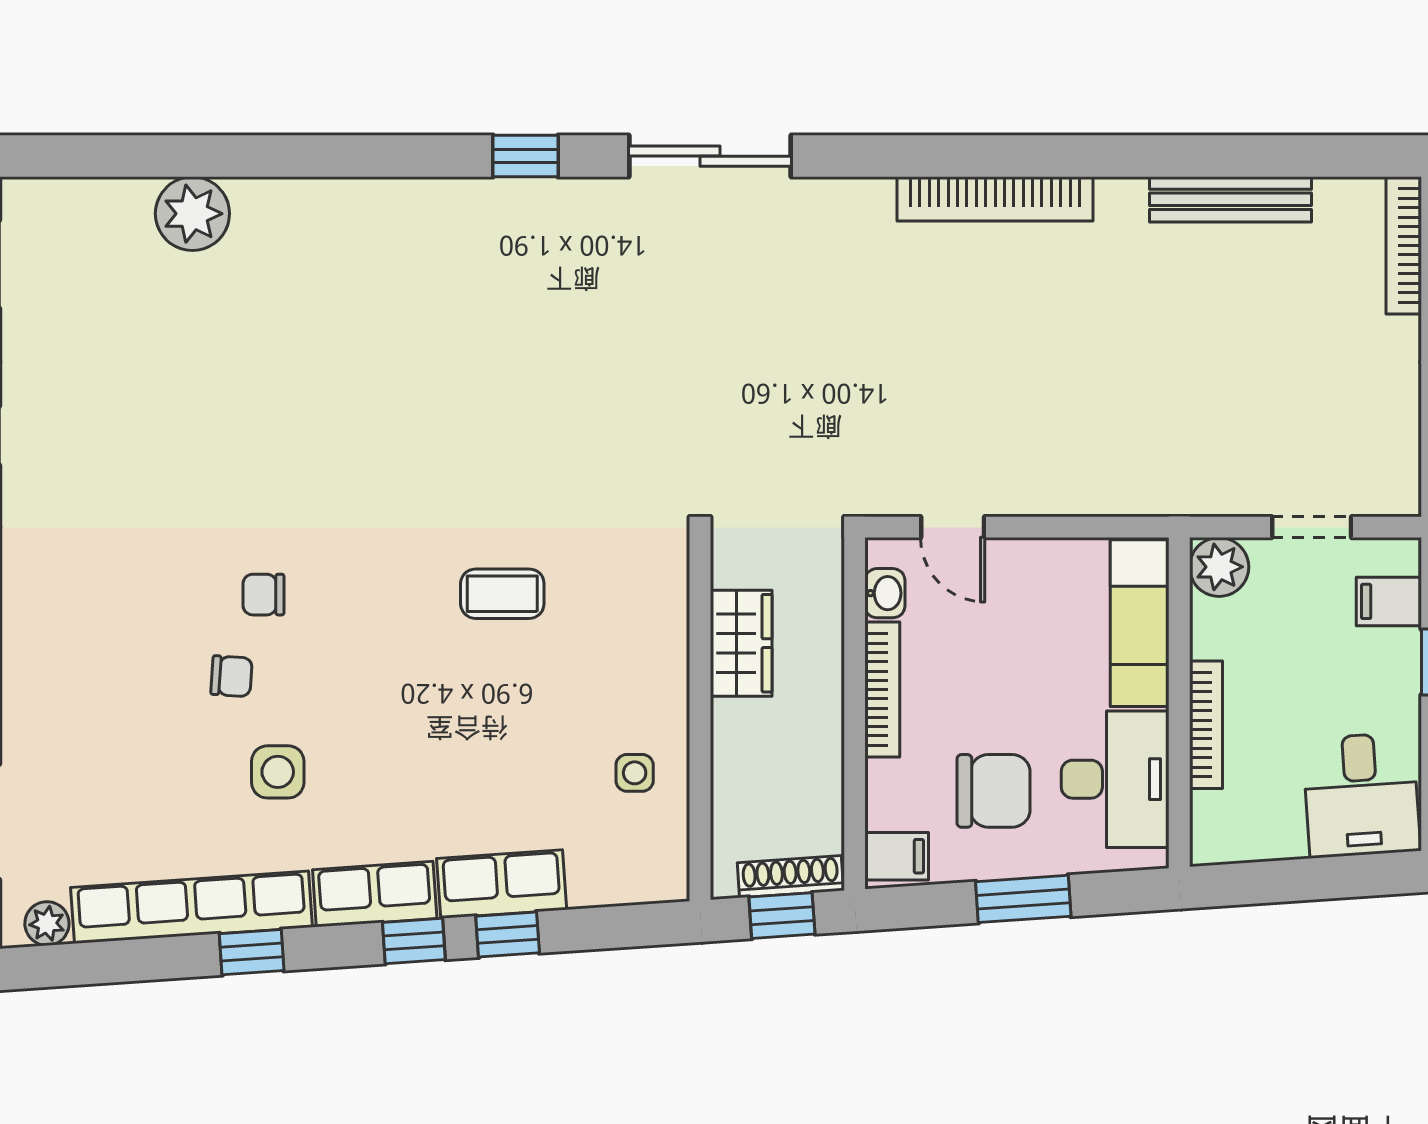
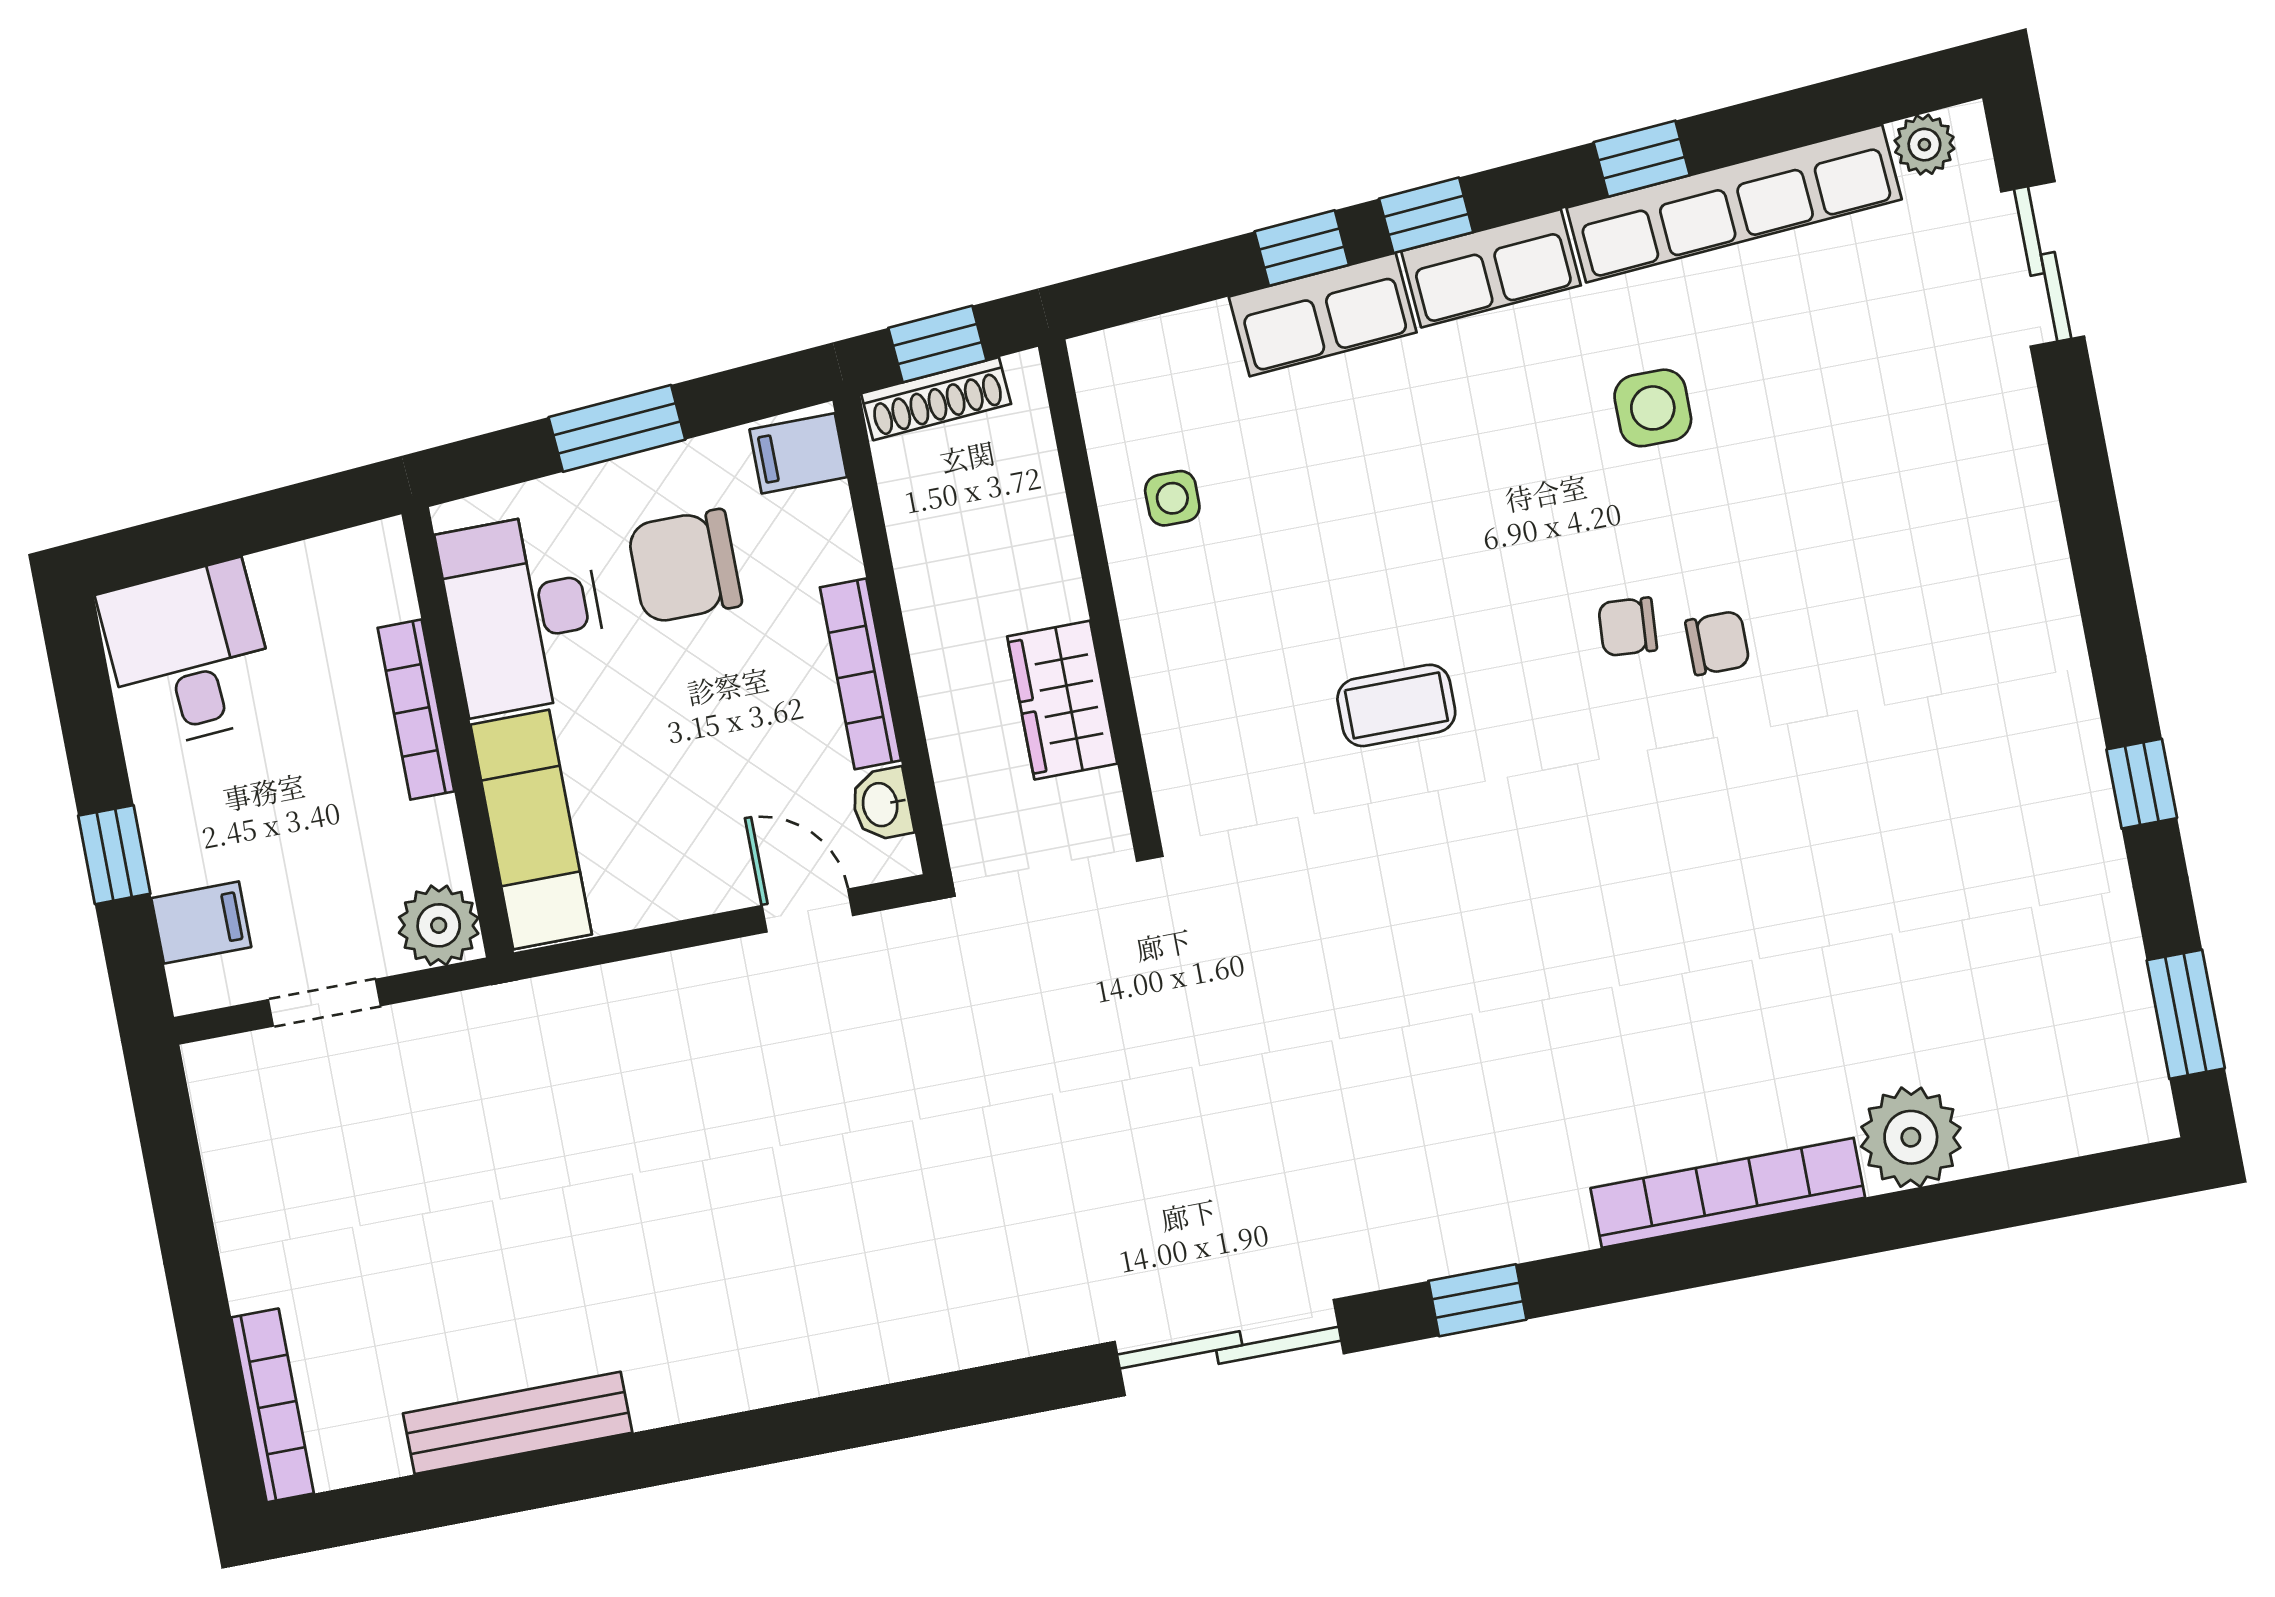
bookcase: (995, 199) -> (1728, 1193), moved
chair: (232, 676) -> (1628, 627), moved

